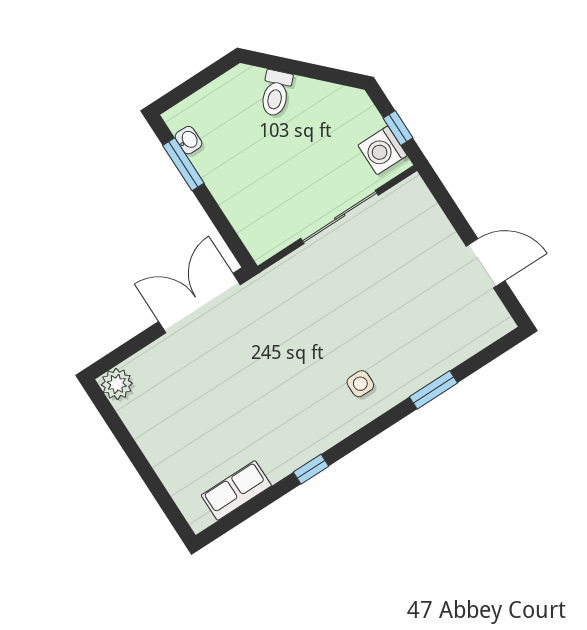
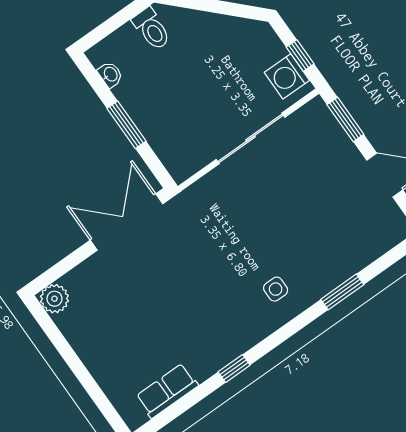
toilet: (276, 93) -> (152, 29), moved, turned -45
window: (183, 164) -> (126, 125), moved
window: (445, 200) -> (345, 120), added

